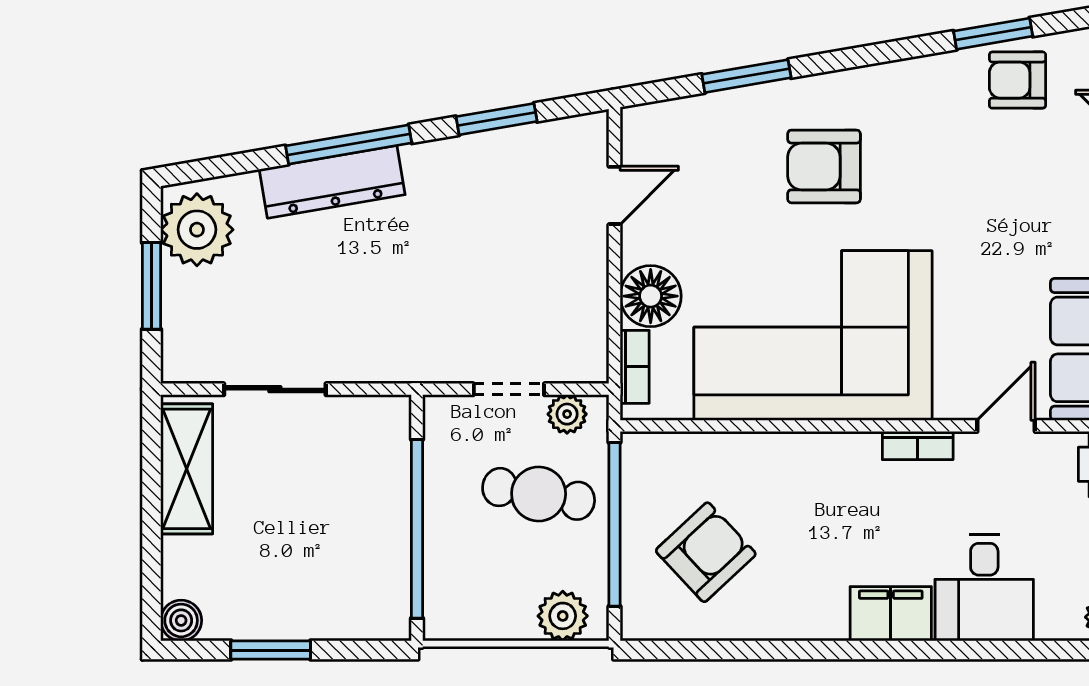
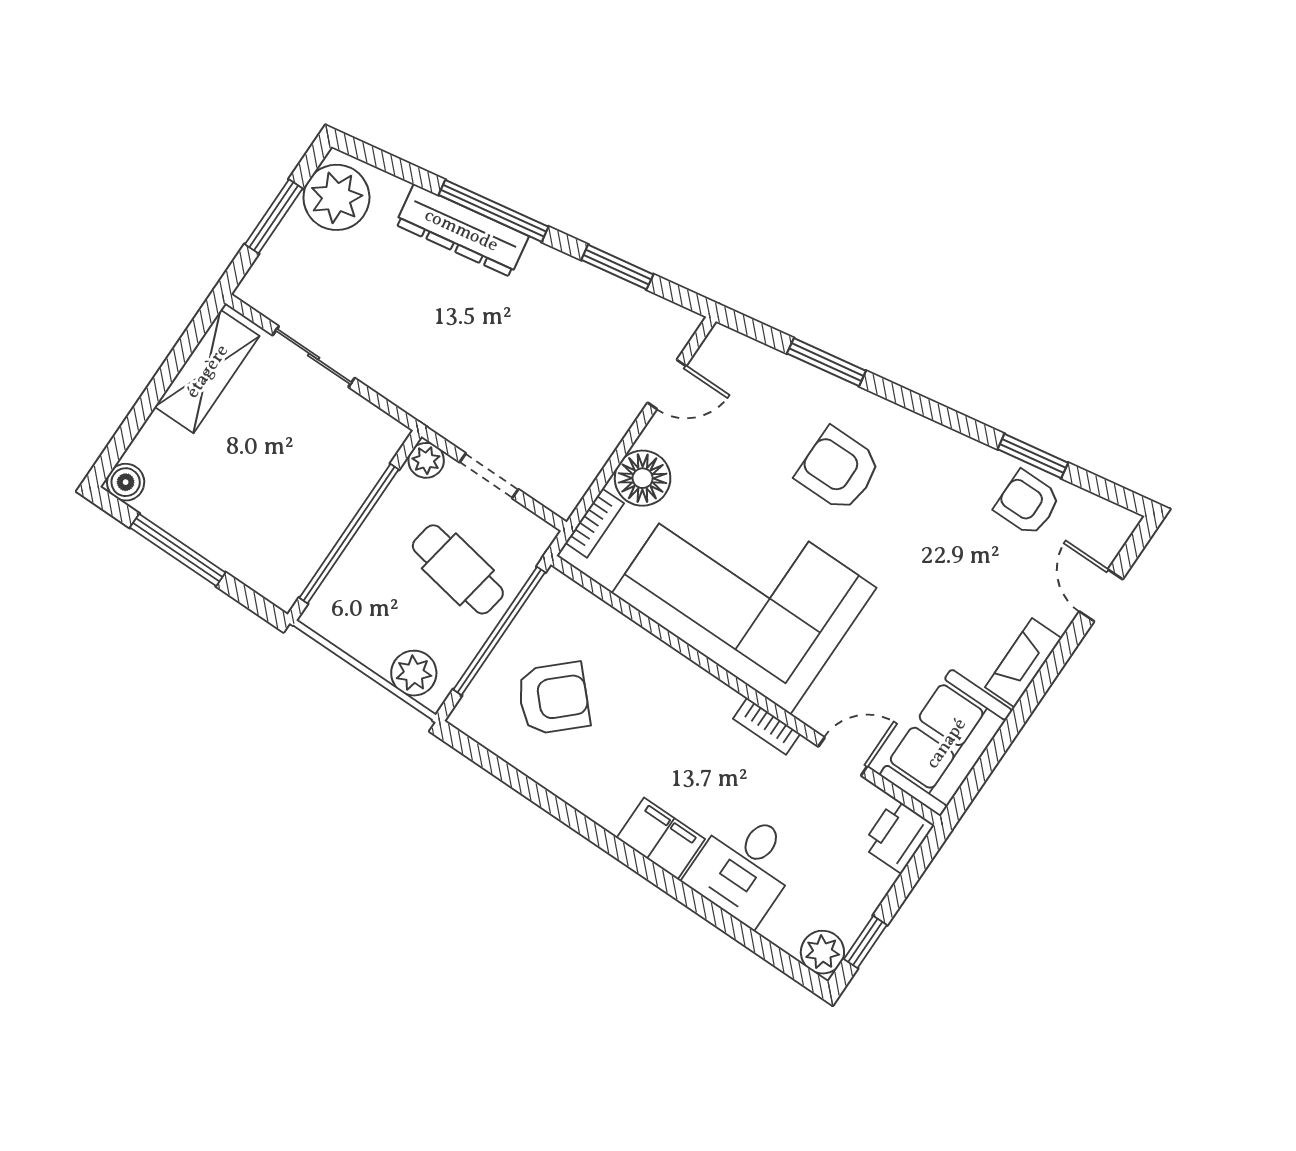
plant: (567, 414) -> (426, 460), moved
window: (271, 650) -> (178, 550), width x1.44

